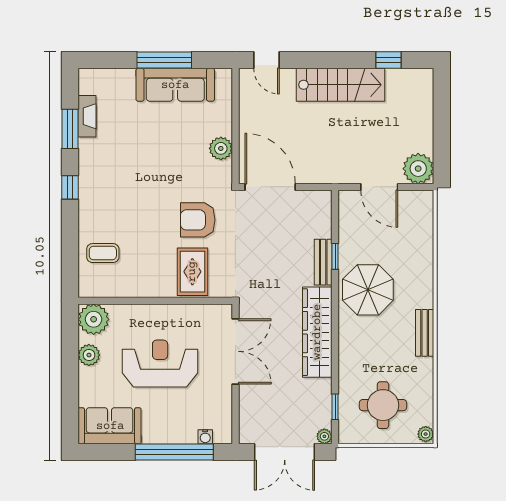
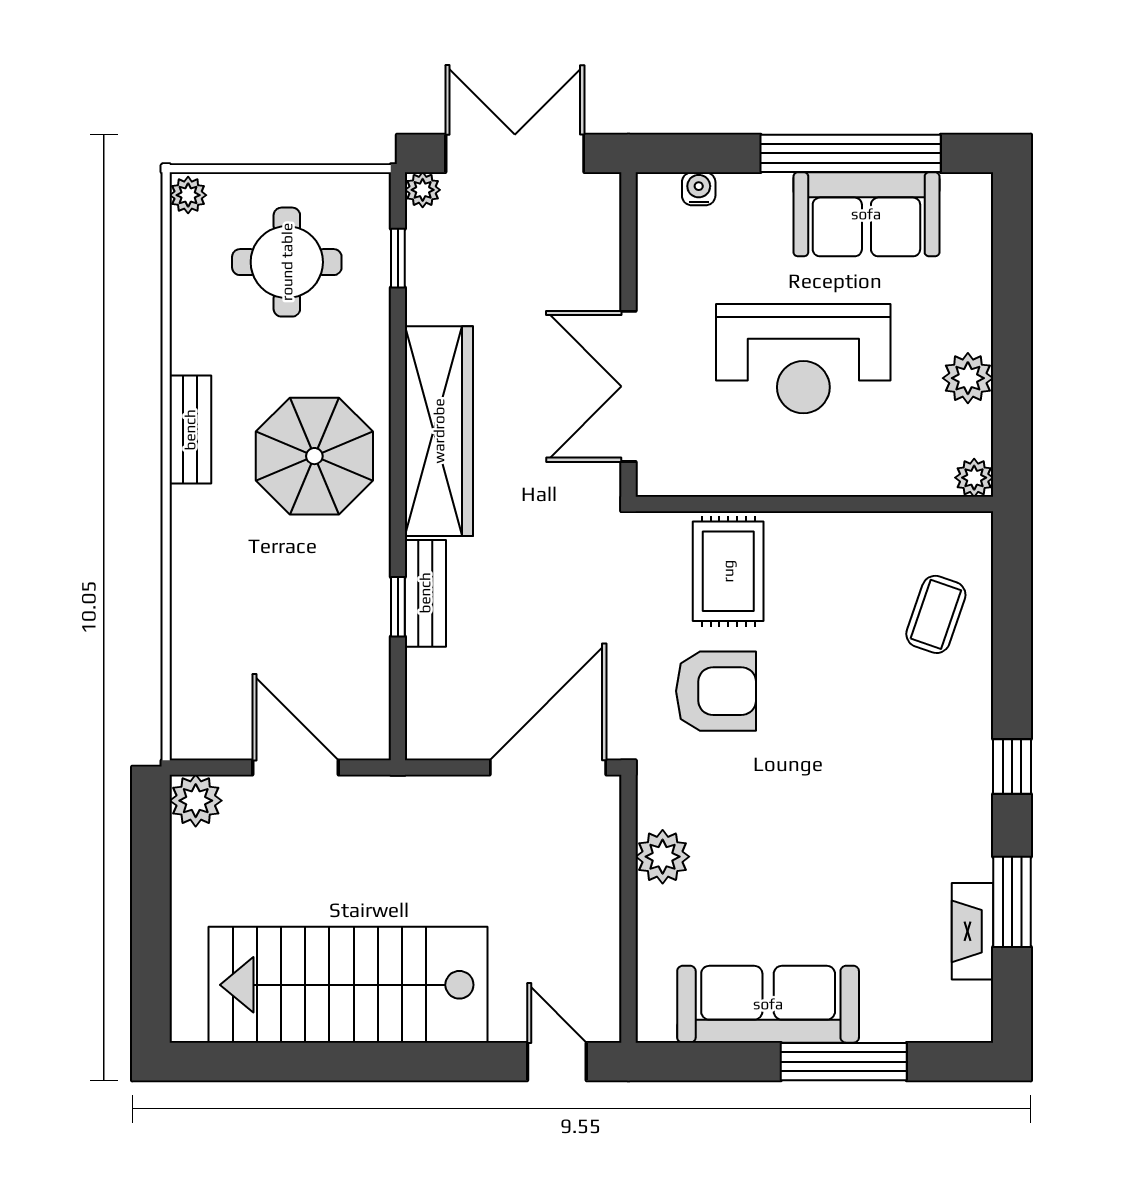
window: (164, 60) -> (844, 1062), moved
window: (389, 60) -> (274, 1062), removed
stairs: (341, 85) -> (348, 985), width x1.36, depth x1.51
plant: (418, 169) -> (196, 801), width x0.73, depth x0.73
door: (270, 187) -> (548, 767), swing flipped
coffee table: (103, 253) -> (936, 614), turned -71
parasol: (368, 290) -> (314, 456), moved
plant: (94, 319) -> (974, 478), width x0.53, depth x0.53
sofa: (110, 426) -> (866, 214), moved
window: (174, 452) -> (851, 153), moved

